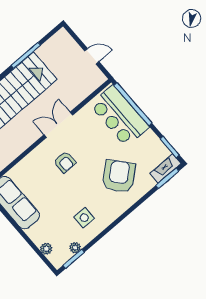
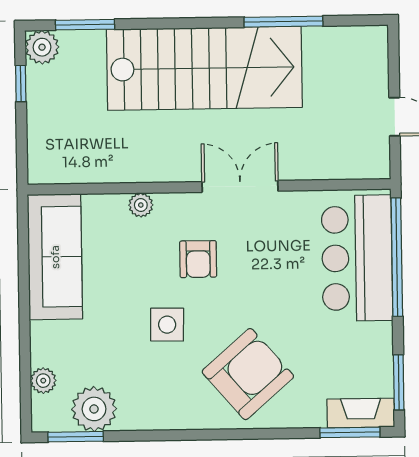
plant: (29, 160) -> (141, 205), added
armchair: (119, 176) -> (248, 374), moved
side table: (84, 218) -> (167, 325), moved
plant: (75, 248) -> (94, 409), width x1.88, depth x1.88

